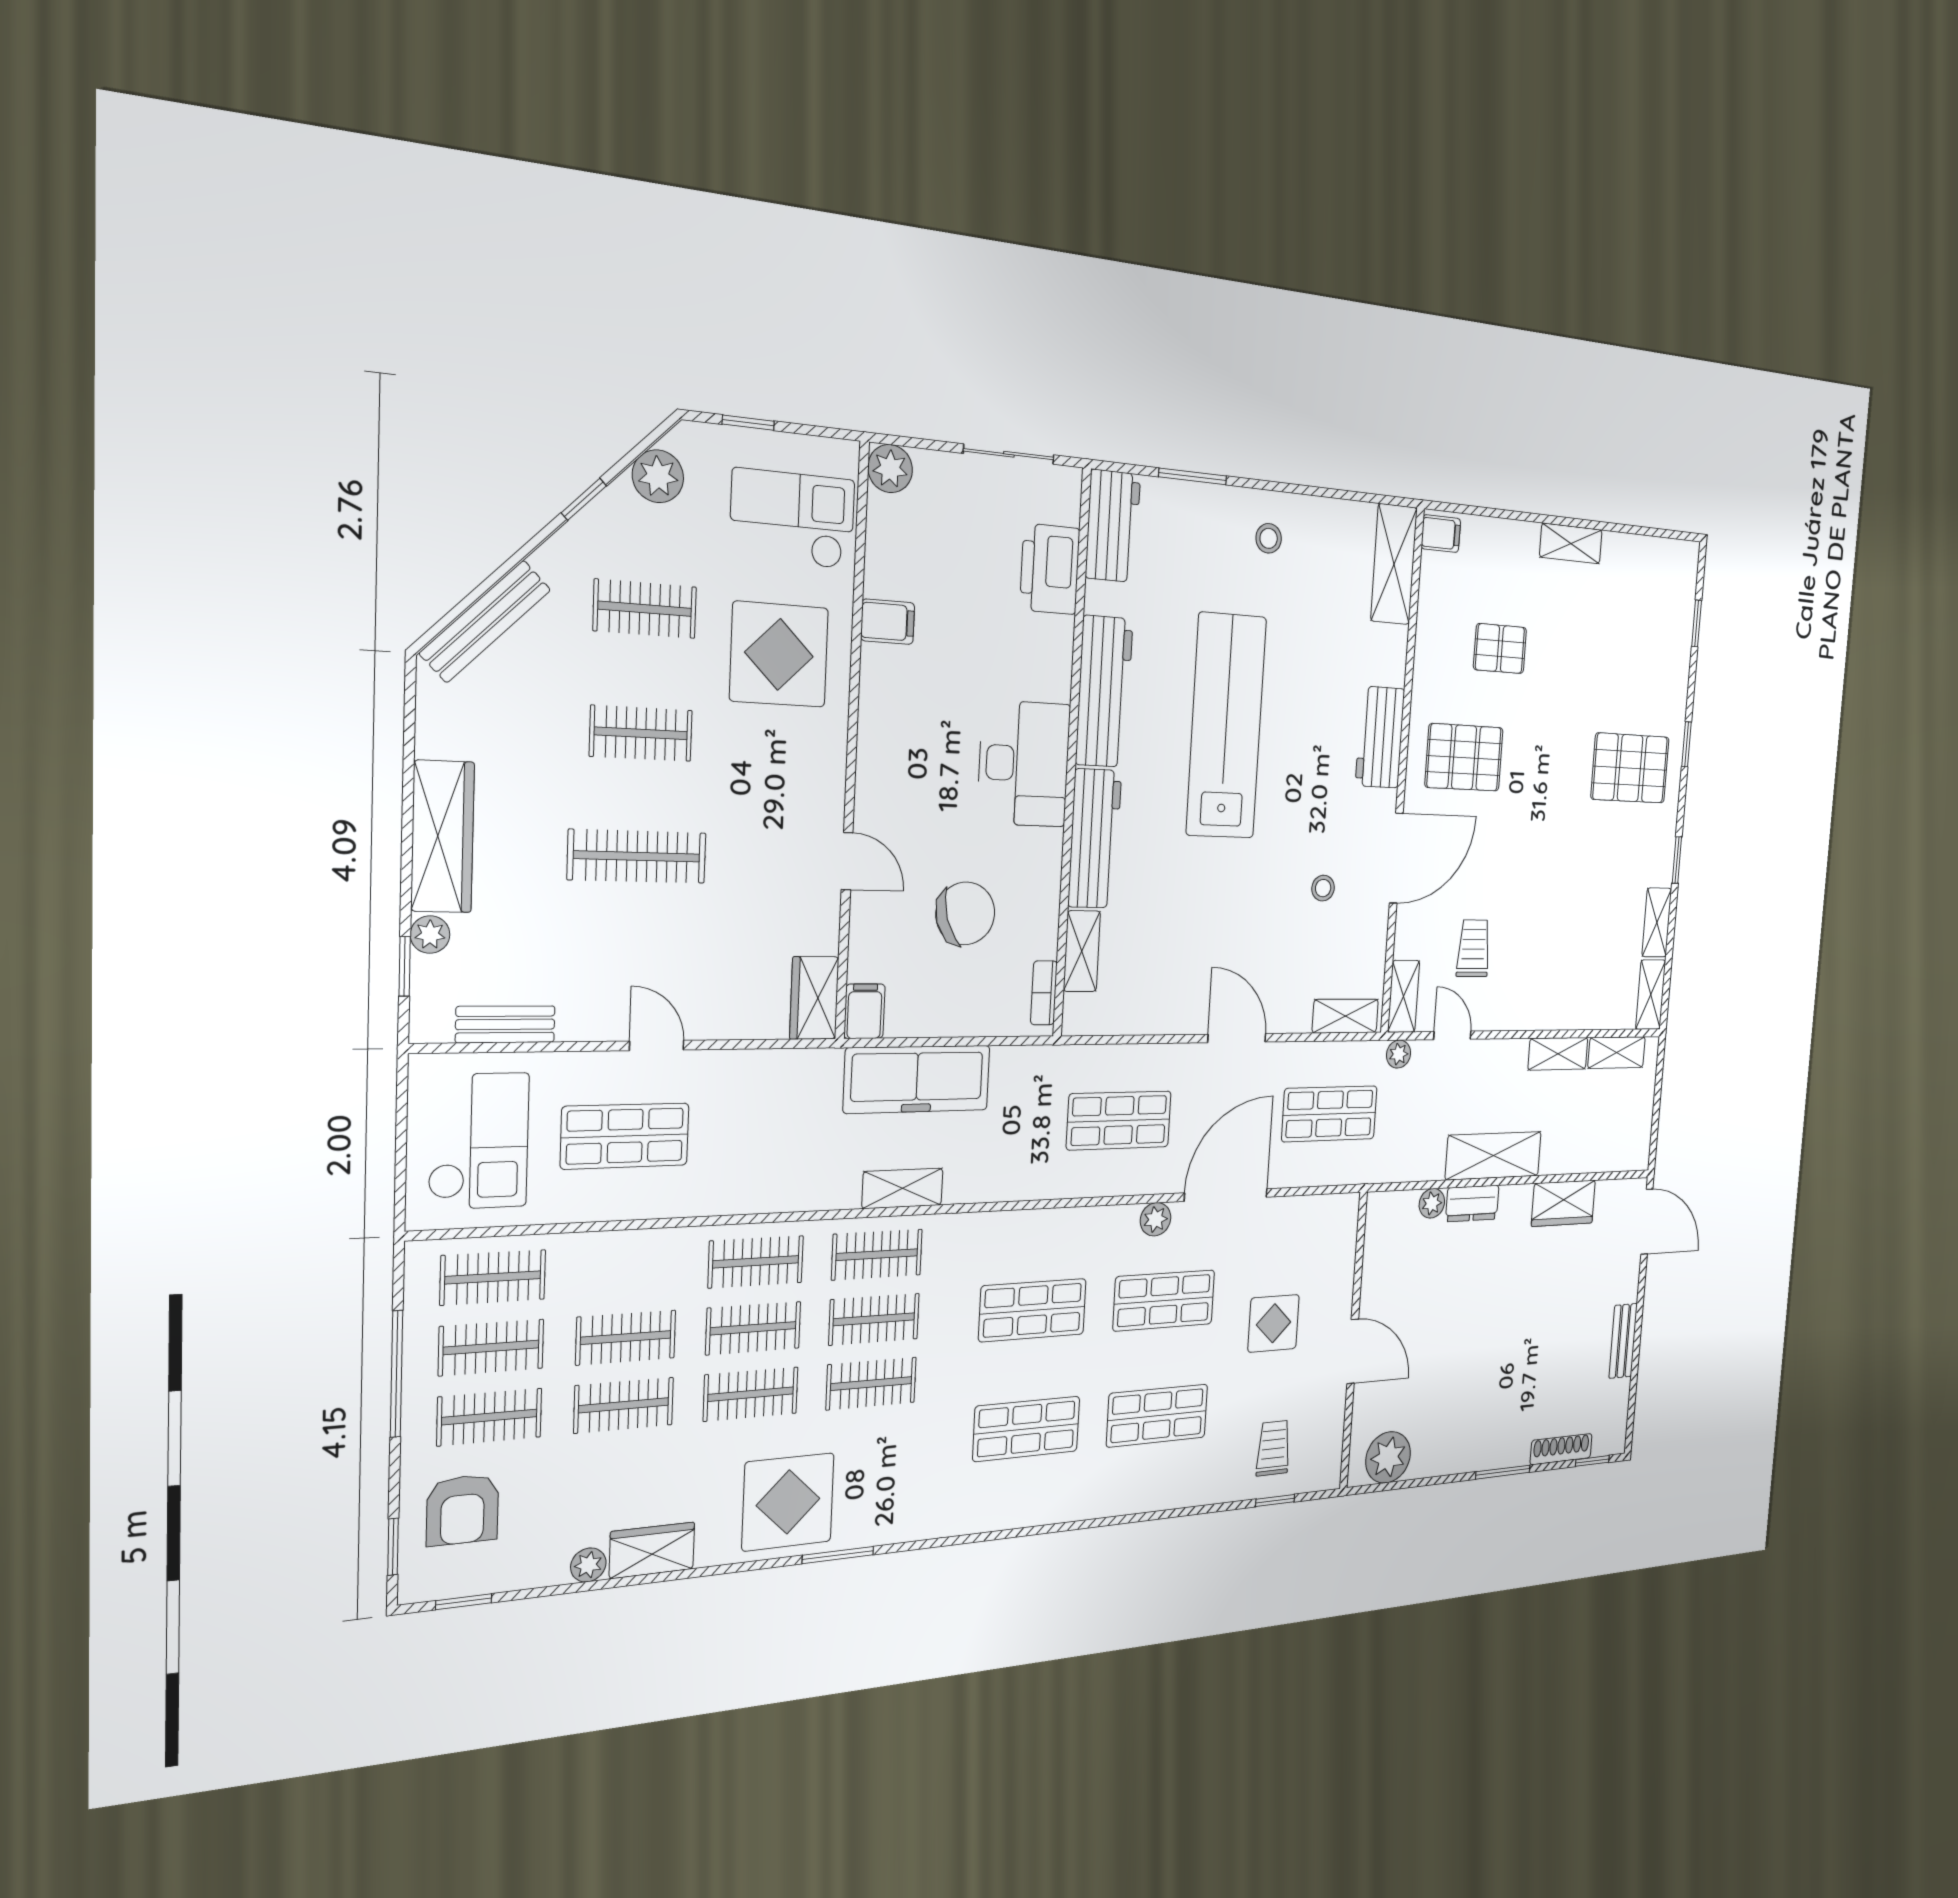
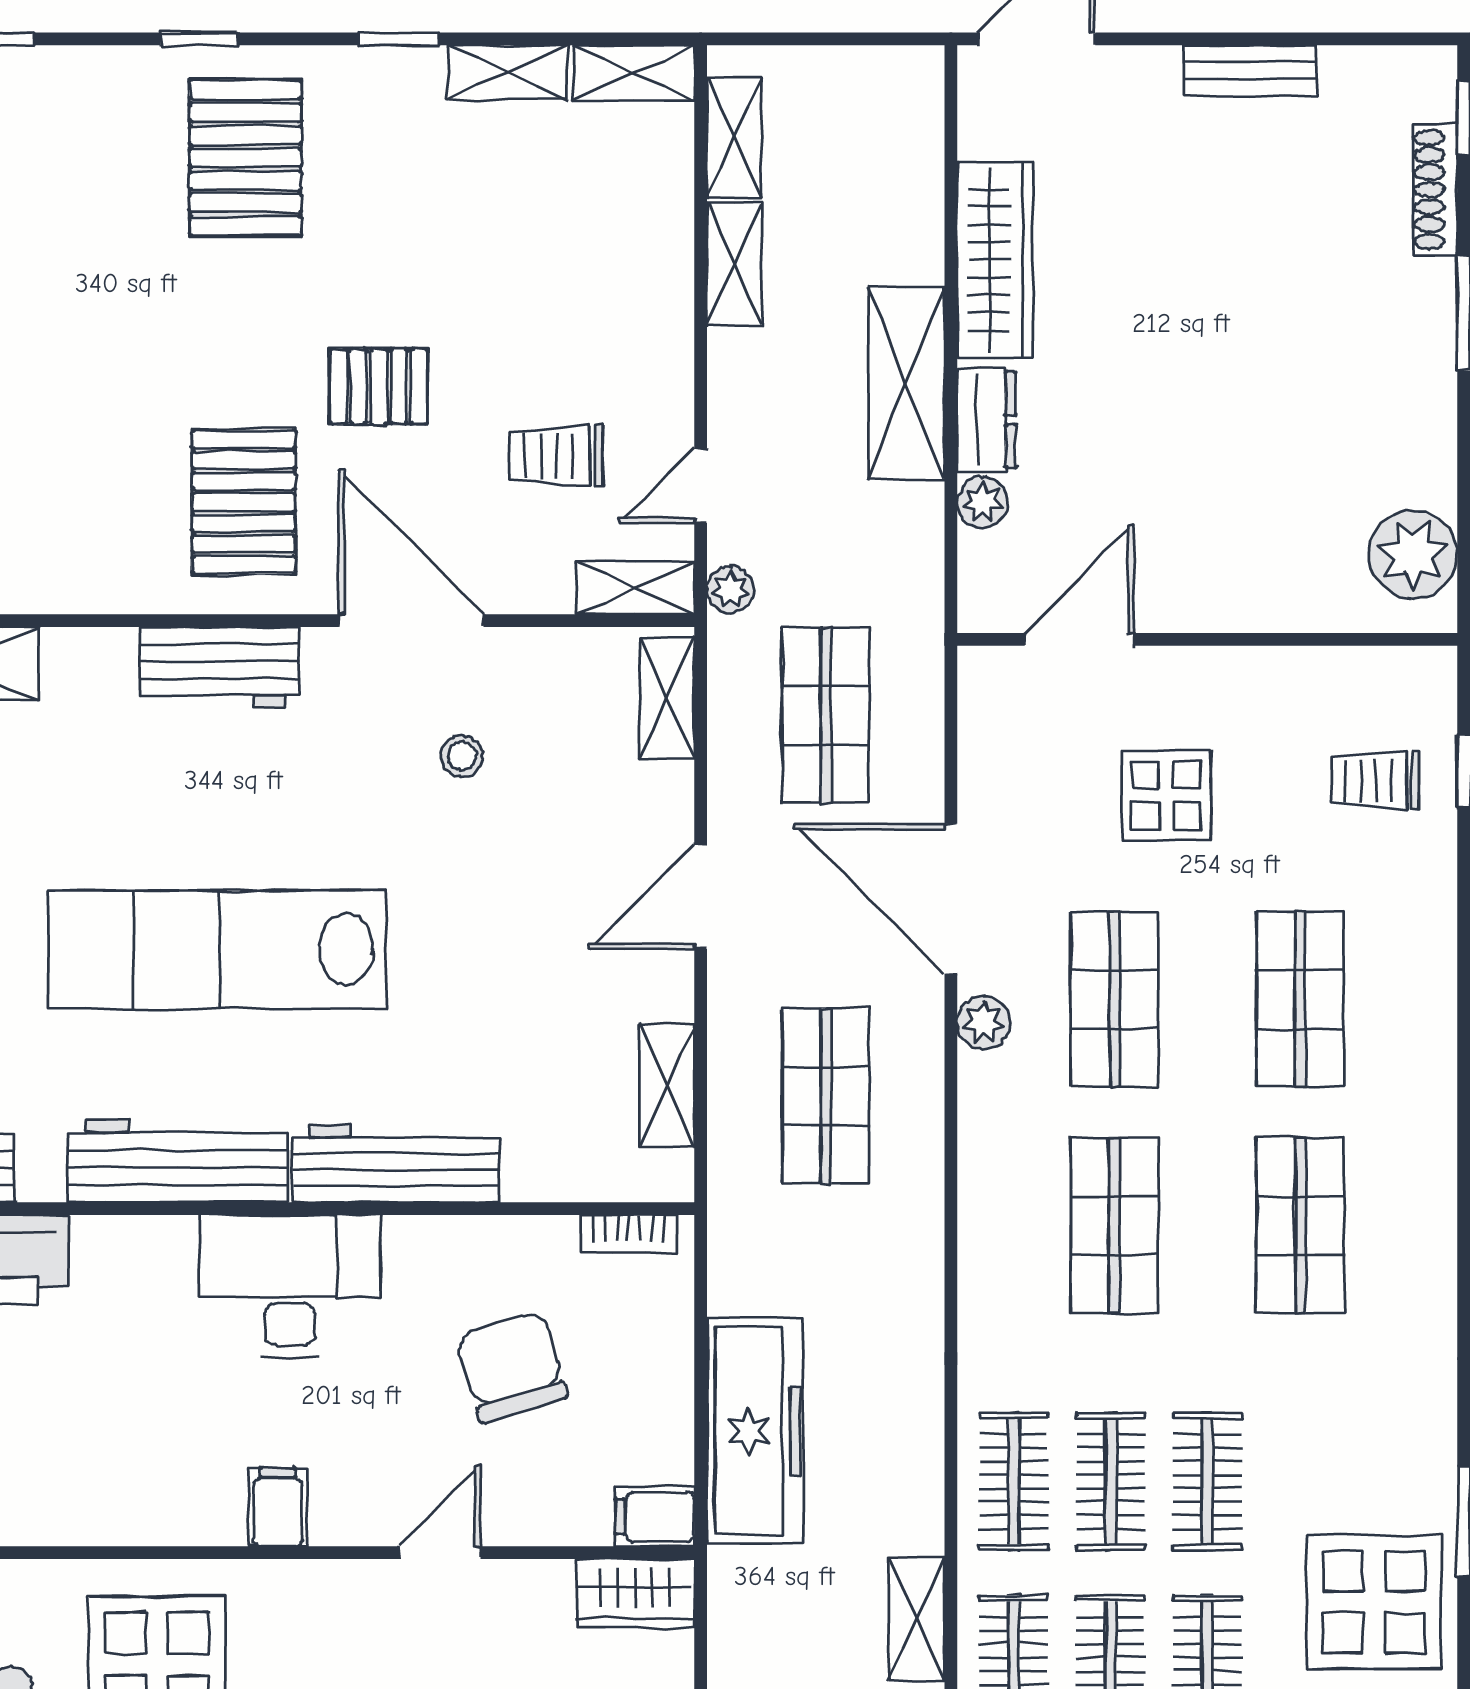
filing cabinet: (888, 622) -> (278, 1507), moved
pallet: (1500, 649) -> (379, 386), moved, turned 90
shelving: (1082, 951) -> (667, 1086), moved, turned 90
shelving: (902, 1188) -> (917, 1619), moved
wardrobe: (1563, 1203) -> (995, 260), width x1.50
door: (1353, 1351) -> (1079, 639), moved

